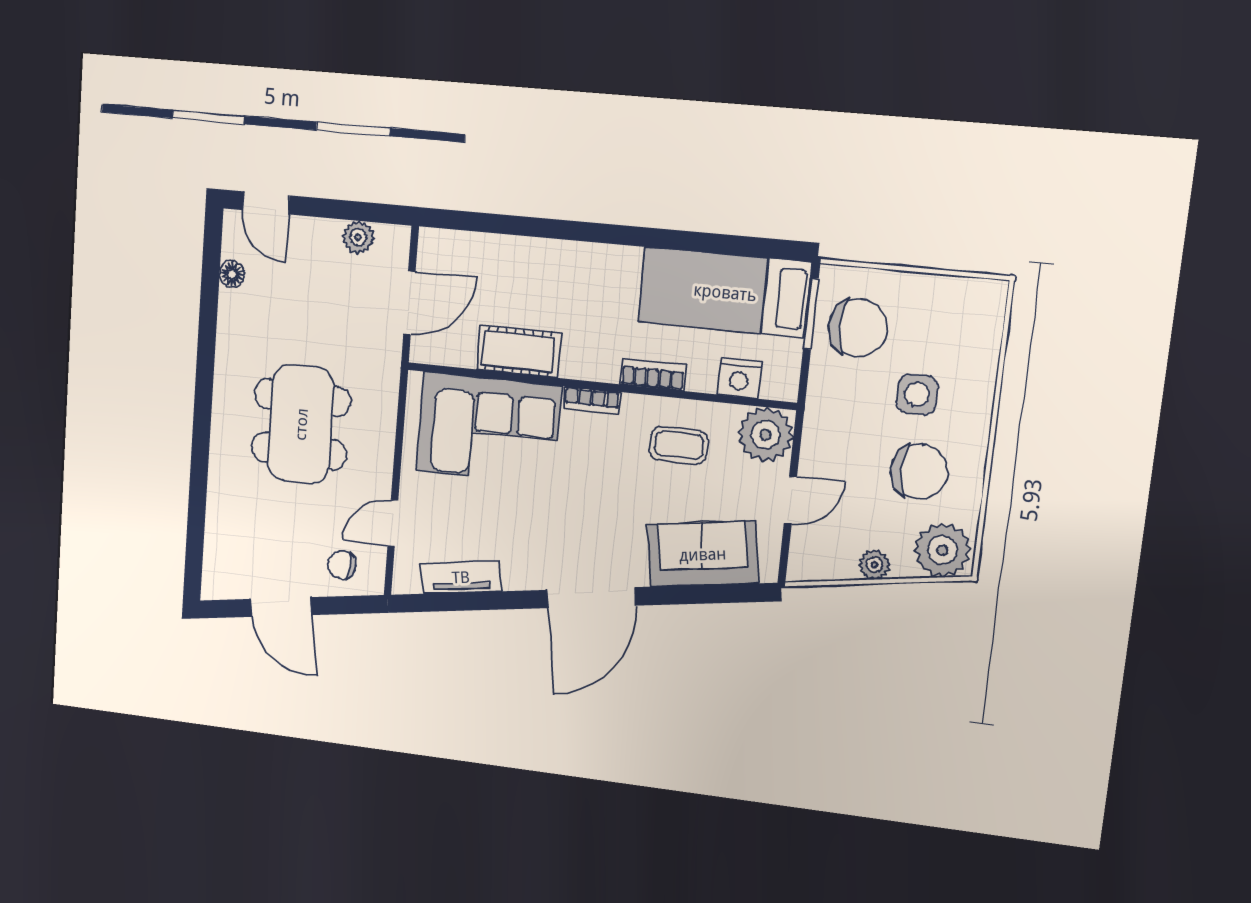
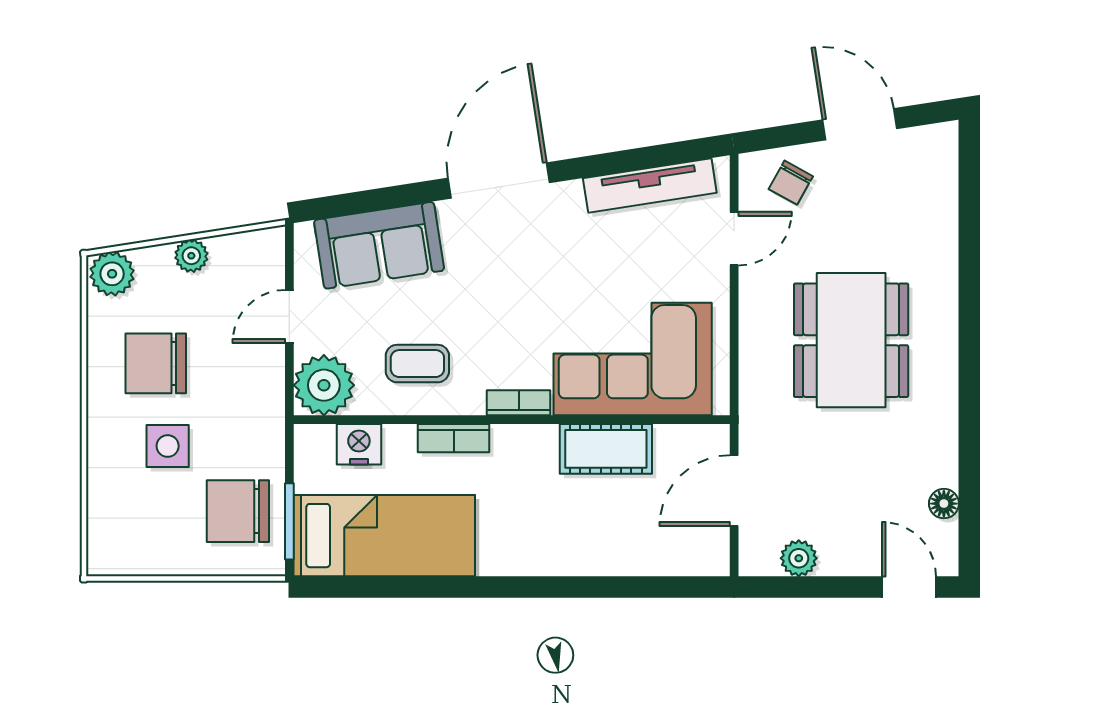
plant: (942, 550) -> (112, 274), width x0.73, depth x0.73
chair: (342, 565) -> (791, 183), turned 114
tv unit: (461, 577) -> (650, 185), width x1.41

